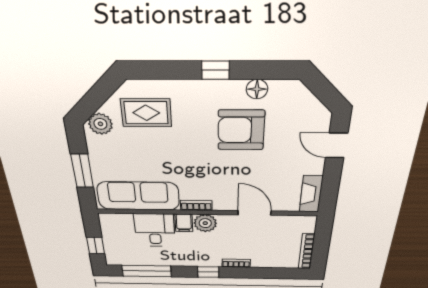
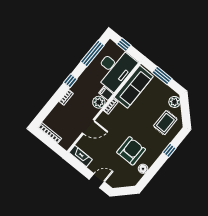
window: (215, 70) -> (169, 150), moved
desk: (155, 230) -> (115, 69), width x1.87, depth x1.30

